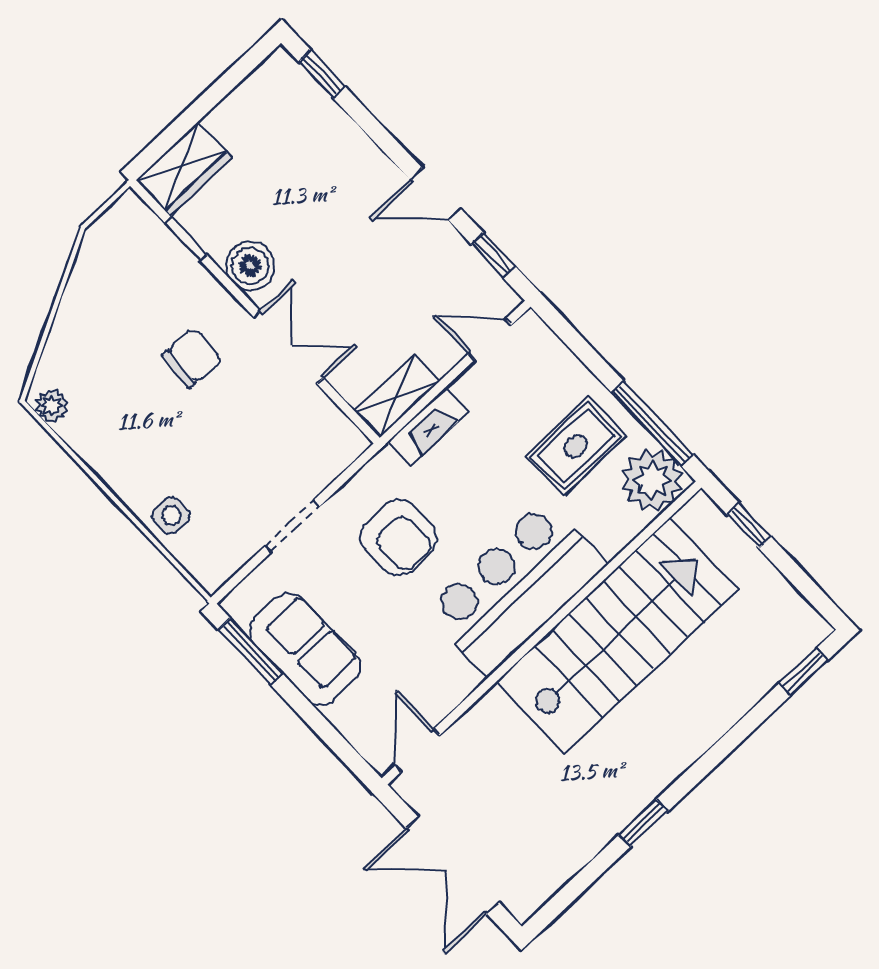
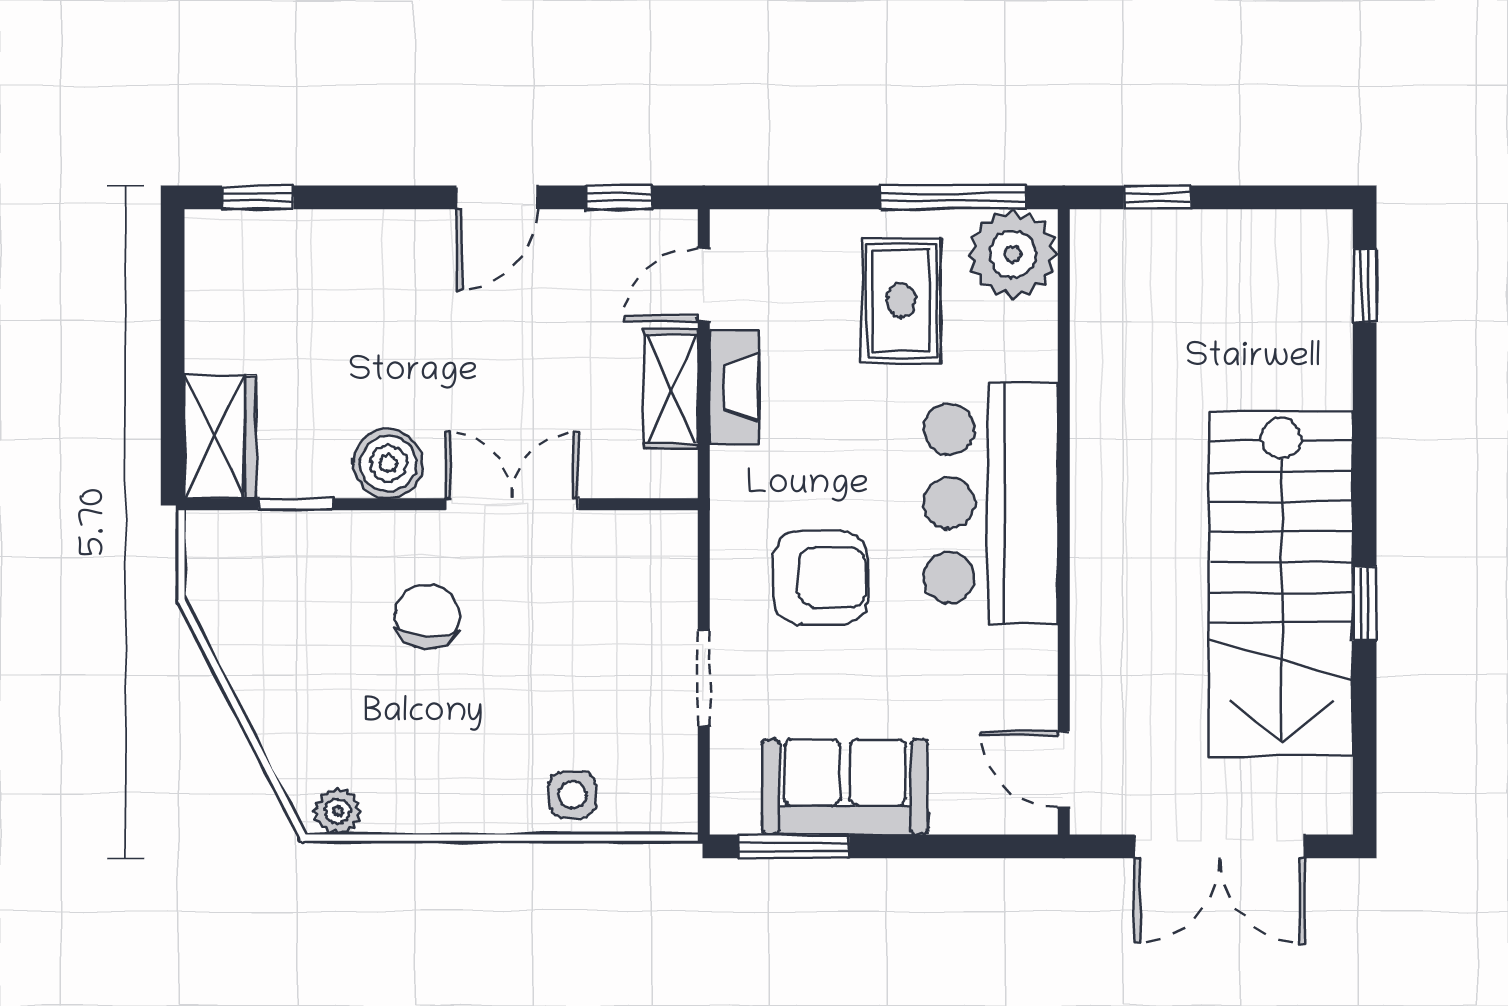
shelving: (397, 396) -> (671, 389), moved
fireplace: (428, 426) -> (734, 387), moved
stairs: (617, 636) -> (1281, 584), moved, turned 180

